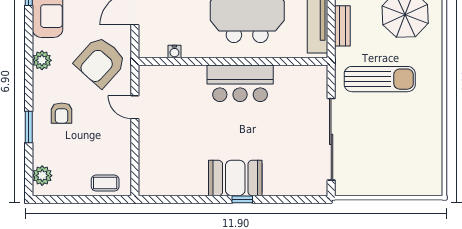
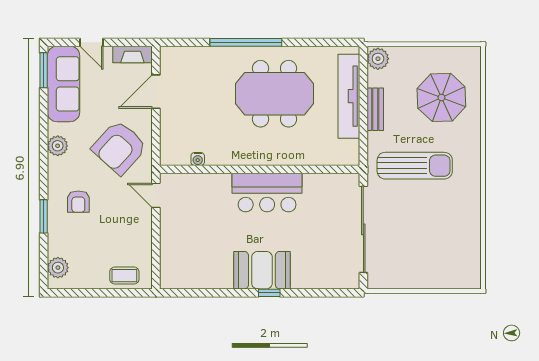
water cooler: (174, 52) -> (198, 159), moved
wall: (233, 61) -> (260, 169), moved
bar counter: (240, 83) -> (267, 193), moved

